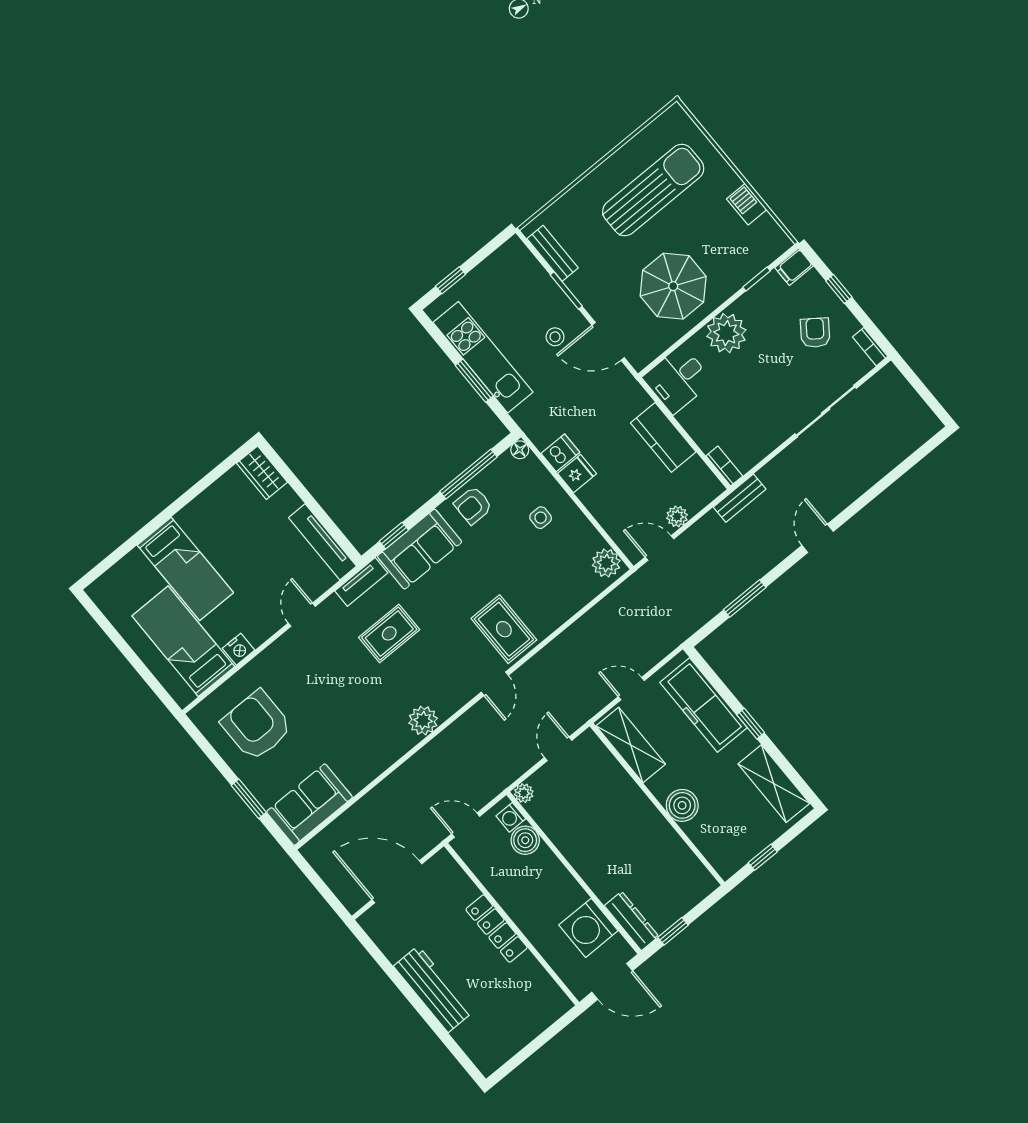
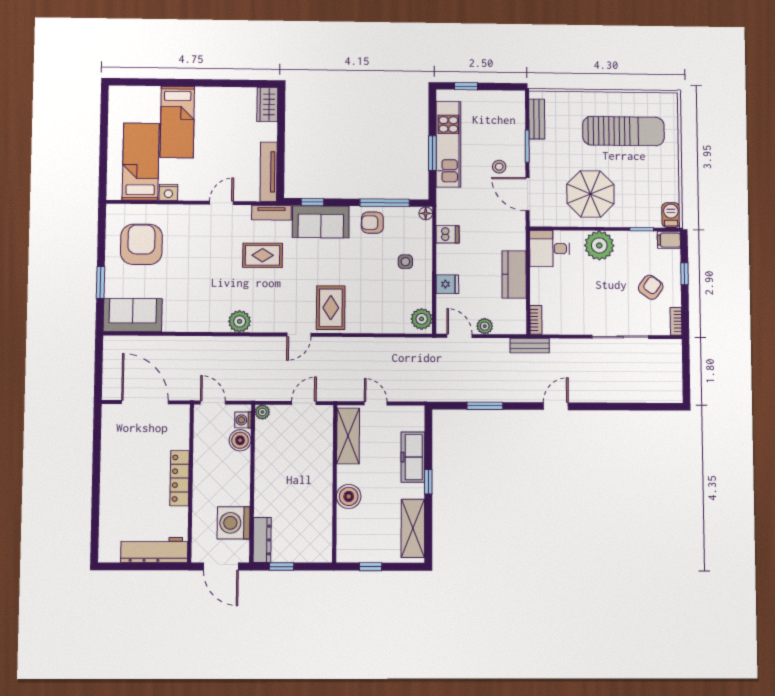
barbecue: (747, 204) -> (671, 215), moved
fridge: (577, 474) -> (447, 284), moved
freezer: (704, 705) -> (413, 457), width x0.73, depth x0.79
workbench: (433, 989) -> (154, 550), moved, turned -90

